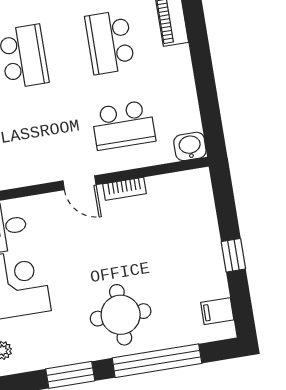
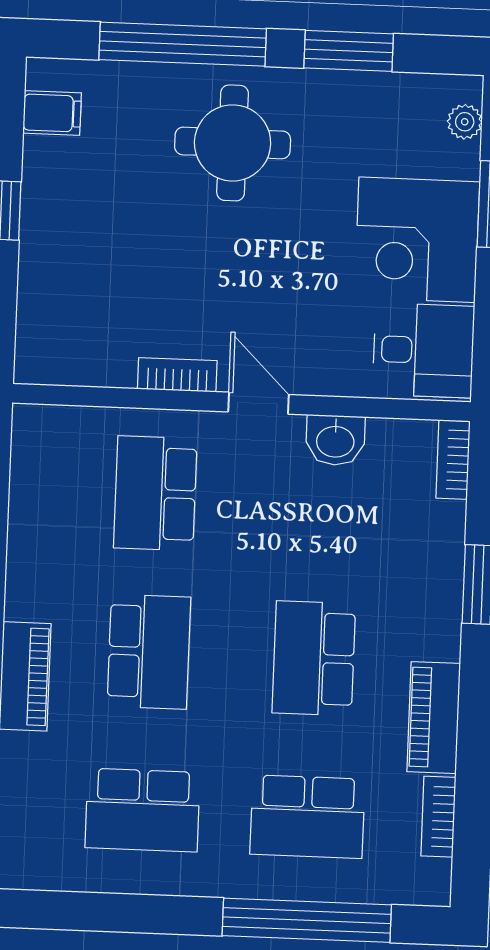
school desk: (123, 125) -> (155, 493), turned -90
washbasin: (190, 146) -> (335, 440), moved

